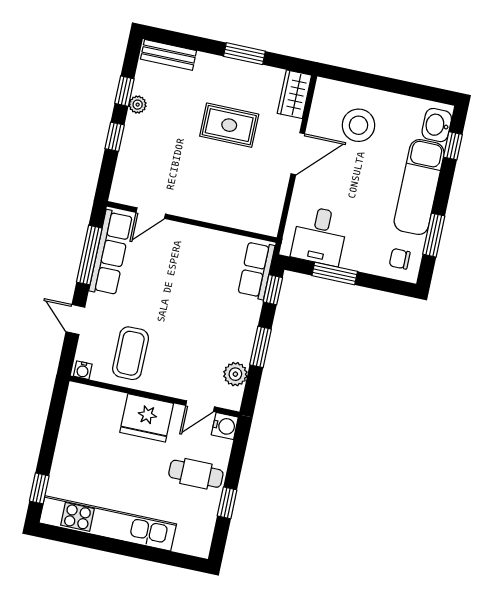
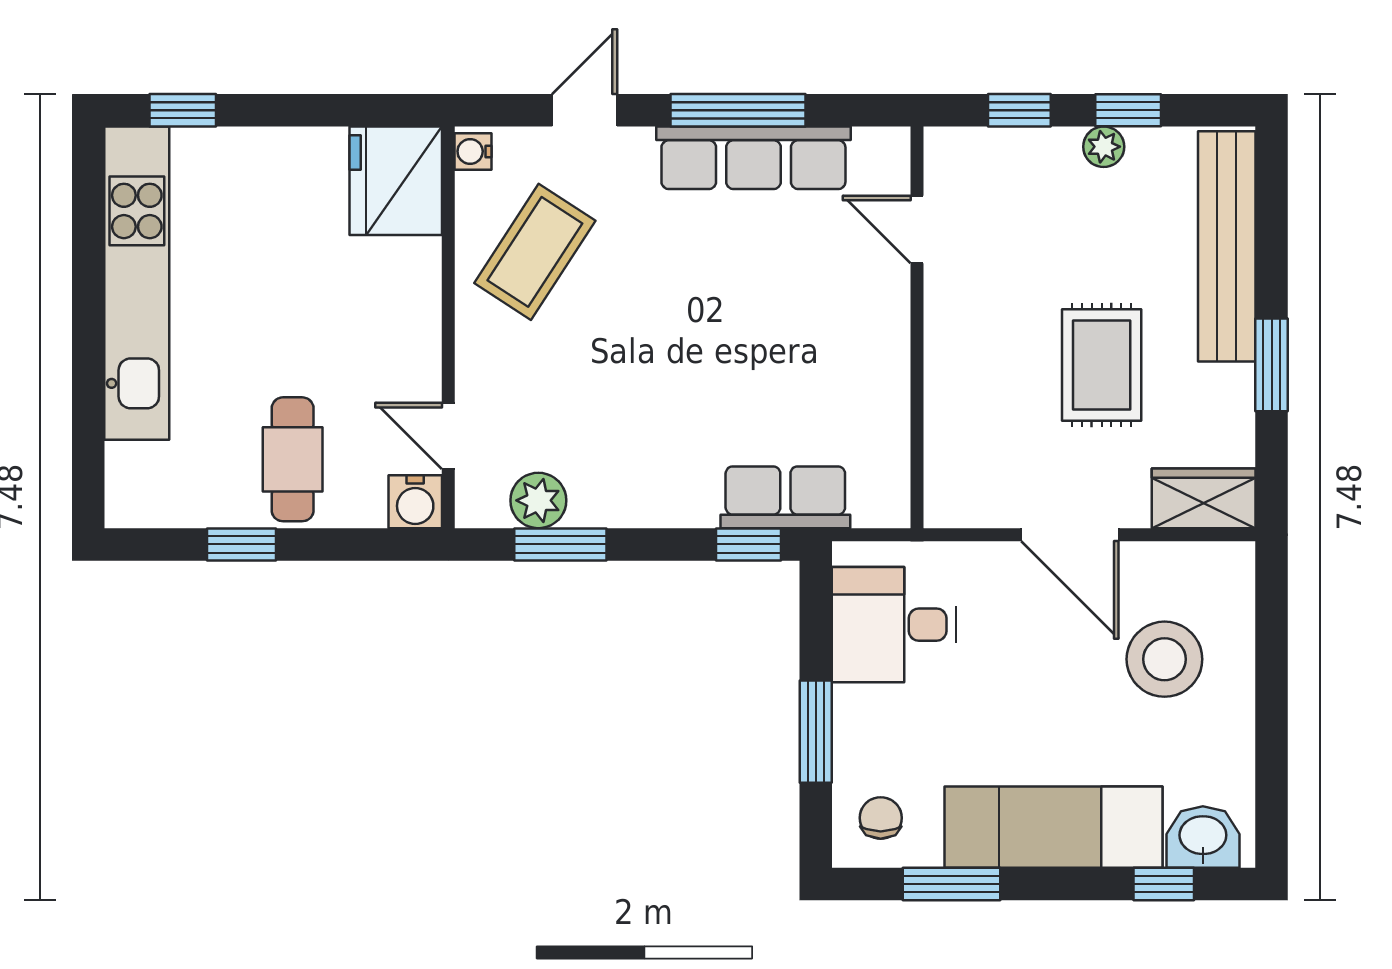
bench: (169, 55) -> (1227, 246), width x1.86, depth x1.21
door: (151, 213) -> (917, 229), moved
wall: (192, 222) -> (917, 327), moved
window: (335, 273) -> (816, 732), moved
window: (261, 347) -> (560, 544), moved
coffee table: (131, 353) -> (535, 252), turned -57
fridge: (147, 418) -> (396, 181), moved

